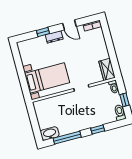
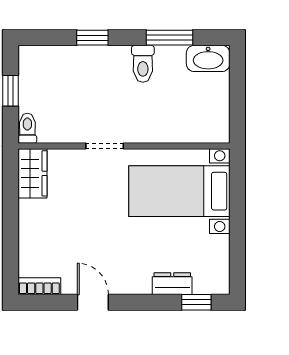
window: (43, 32) -> (196, 302), moved
dresser: (54, 37) -> (172, 284), moved
toilet: (120, 112) -> (143, 64), moved
window: (67, 138) -> (170, 38), width x0.69

